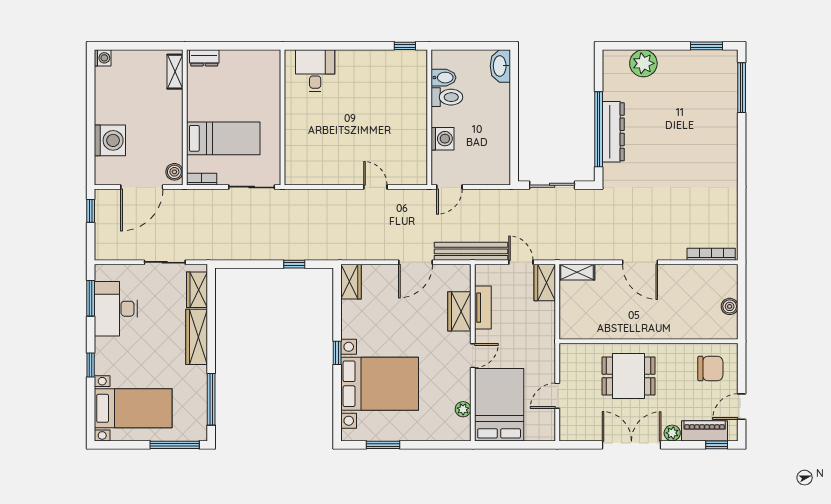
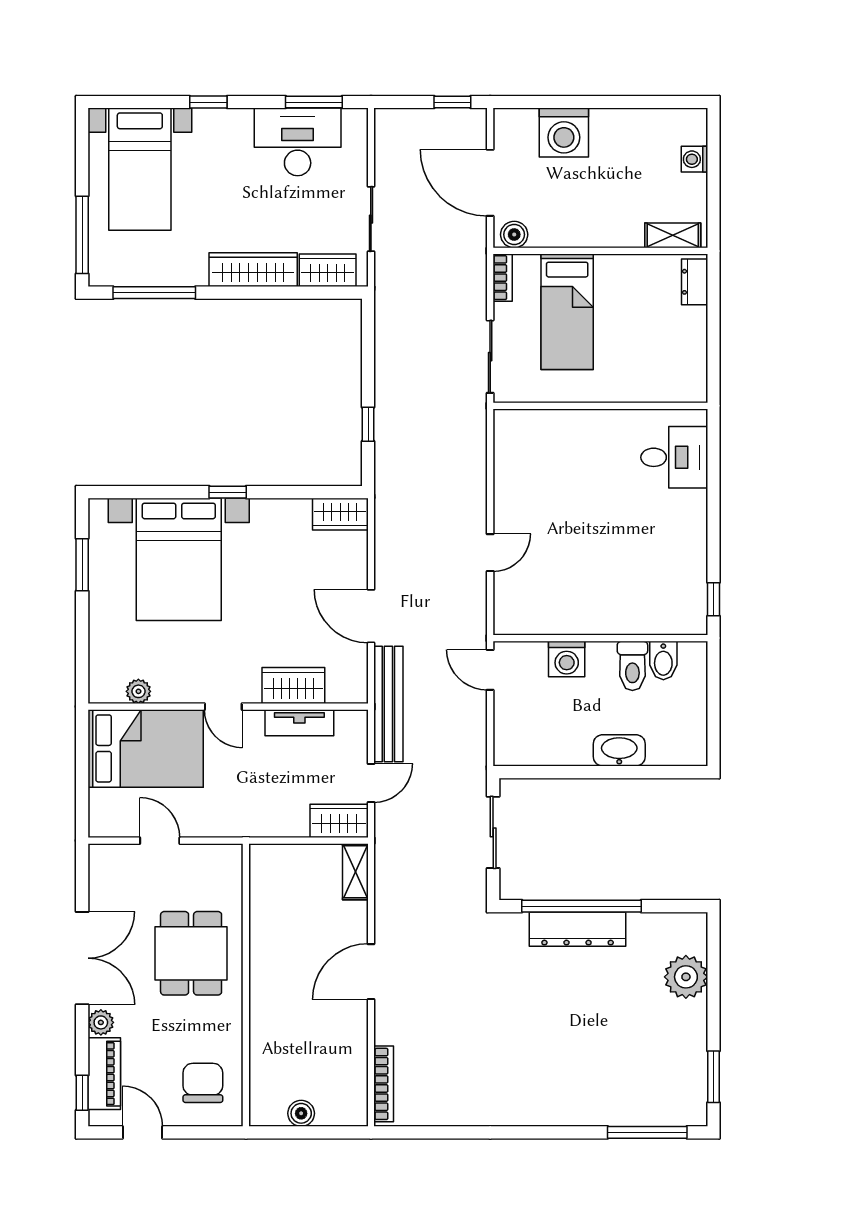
washing machine: (103, 58) -> (694, 159), moved, turned 90
washbasin: (500, 66) -> (619, 750), moved
chair: (710, 369) -> (203, 1083), turned 180

